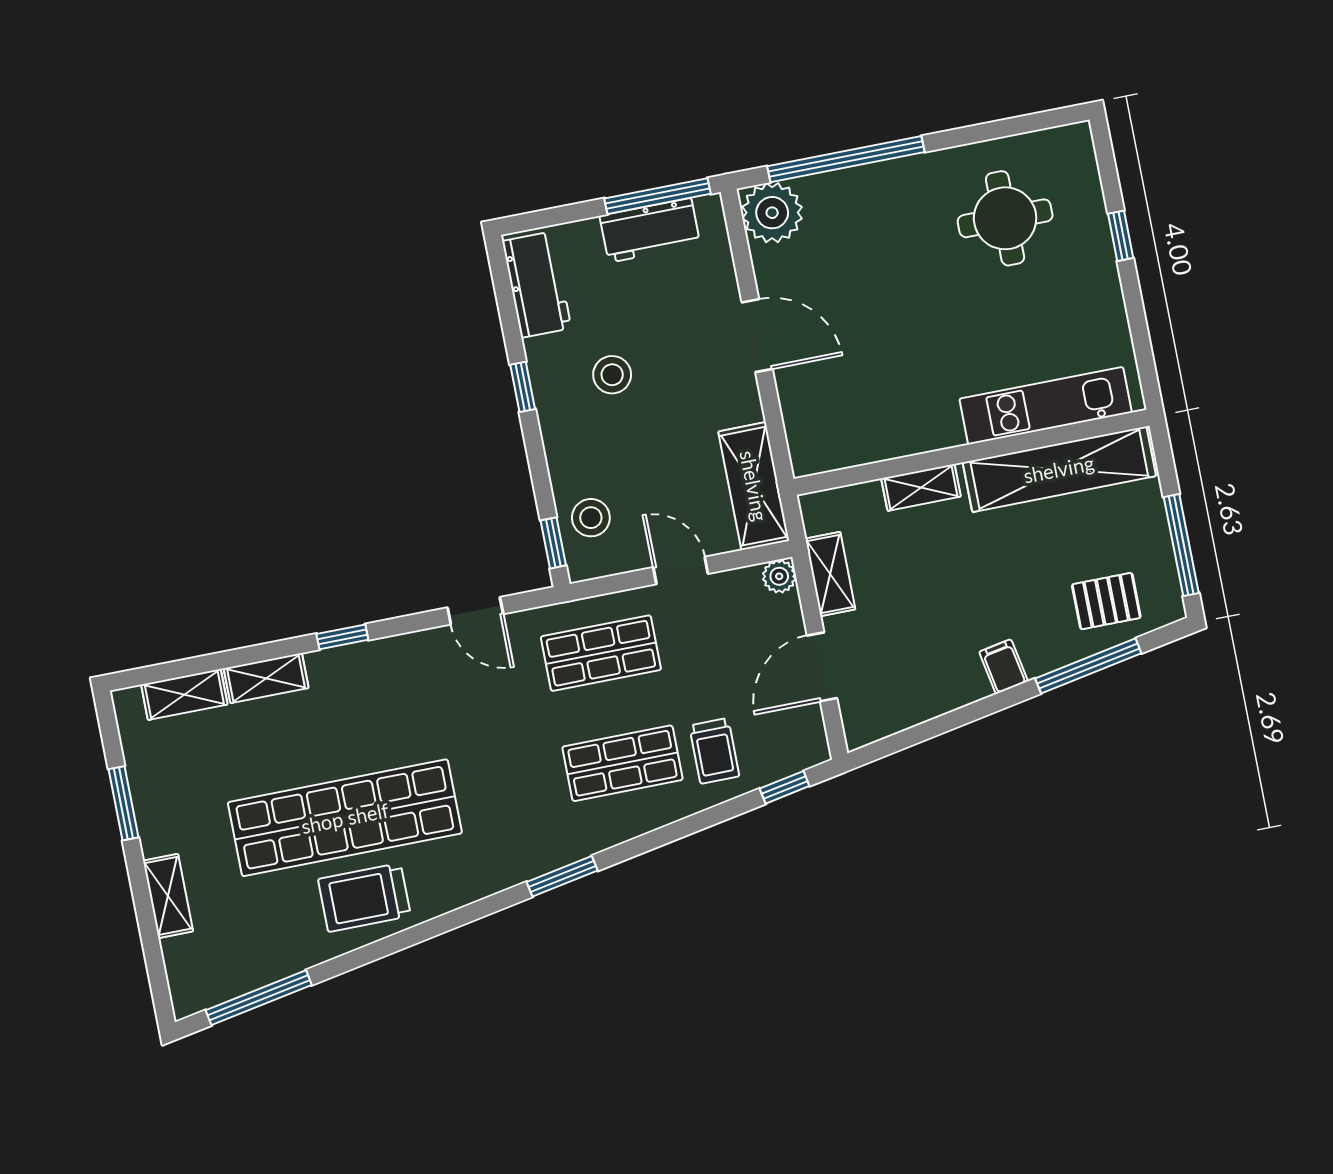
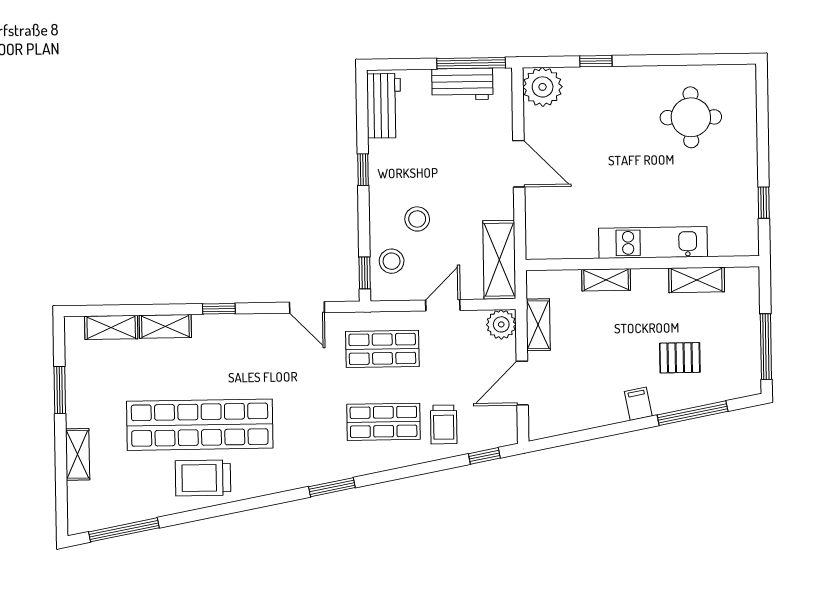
window: (846, 159) -> (596, 61), width x0.32
window: (1121, 236) -> (764, 203), moved
stool: (612, 375) -> (417, 219), moved
kitchen unit: (1046, 406) -> (653, 242), moved
shelving: (1059, 469) -> (697, 280), width x0.45, depth x0.75
door: (681, 570) -> (443, 305), hinge flipped
plant: (779, 576) -> (501, 324), width x1.38, depth x1.38
pallet: (1106, 601) -> (680, 358), moved

